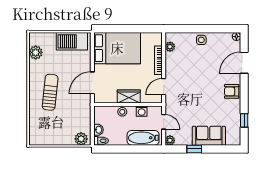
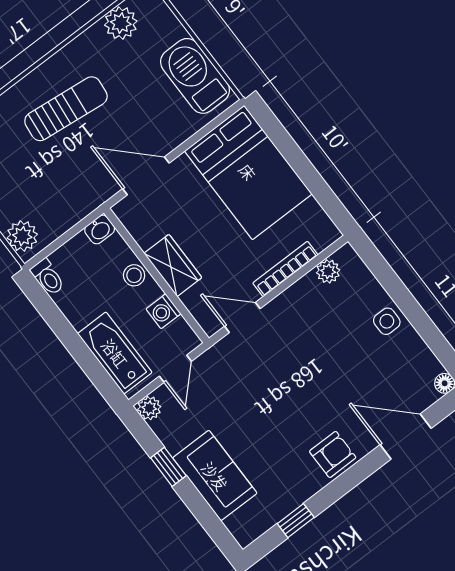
armchair: (232, 91) -> (333, 454), turned 90
washbasin: (98, 130) -> (100, 229), moved

